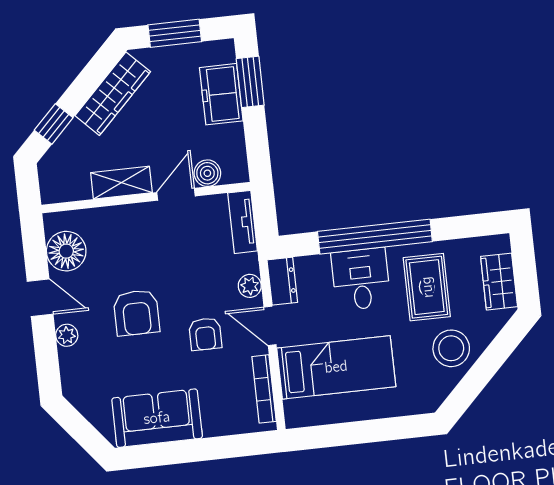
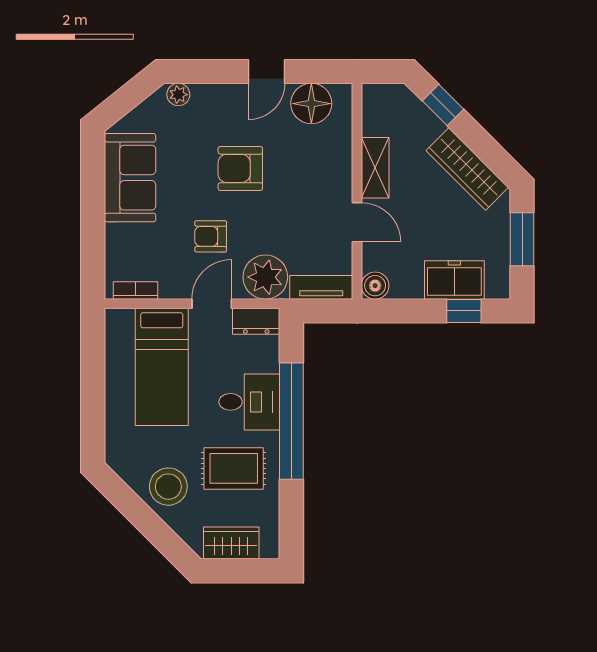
window: (250, 82) -> (464, 311), width x0.67
boiler: (207, 173) -> (375, 286), moved
plant: (250, 286) -> (265, 277), width x1.88, depth x1.88
plant: (67, 335) -> (178, 95), moved
bookcase: (264, 389) -> (135, 290), width x0.64

